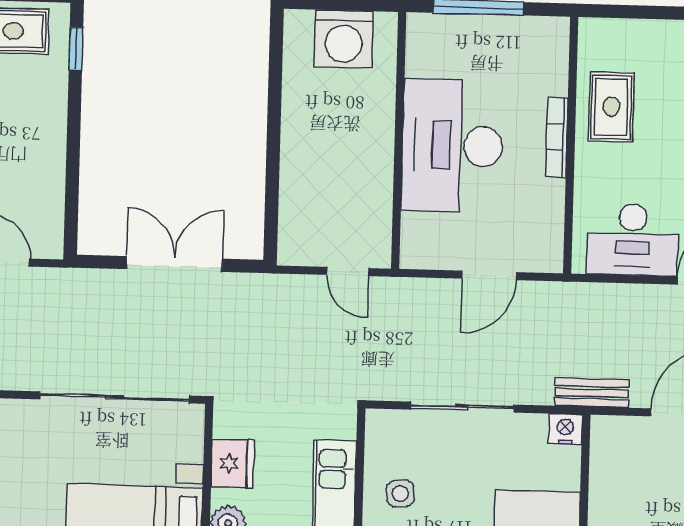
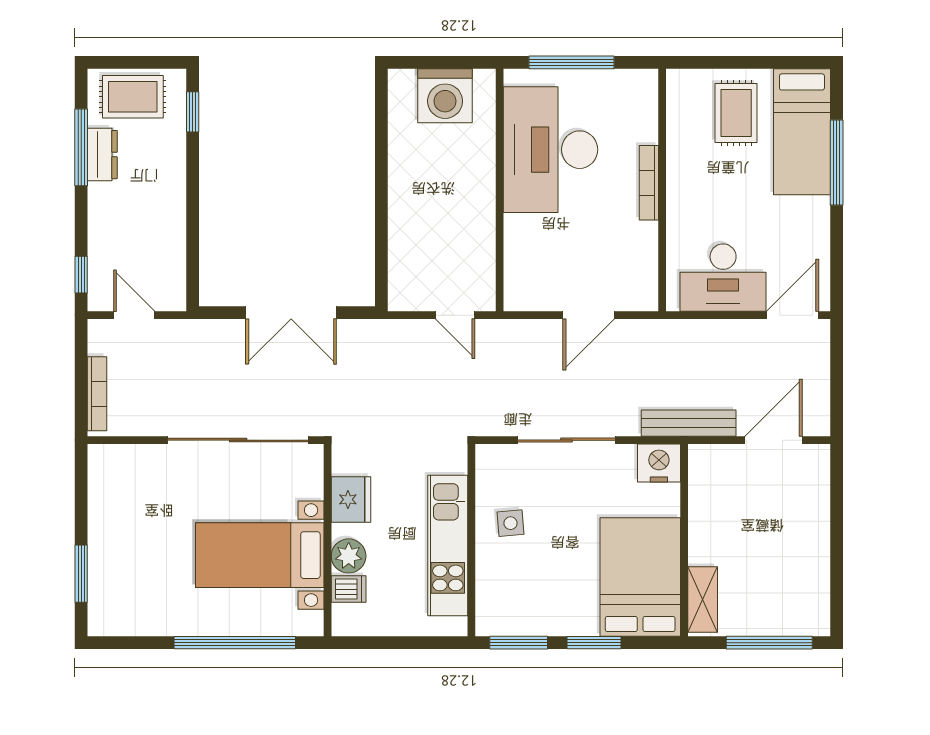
rug: (611, 107) -> (736, 113), moved
desk: (452, 146) -> (550, 150), moved
double door: (174, 264) -> (291, 313), swing flipped
bench: (592, 393) -> (689, 423), width x1.36
nightstand: (565, 429) -> (659, 463), width x1.36, depth x1.33

